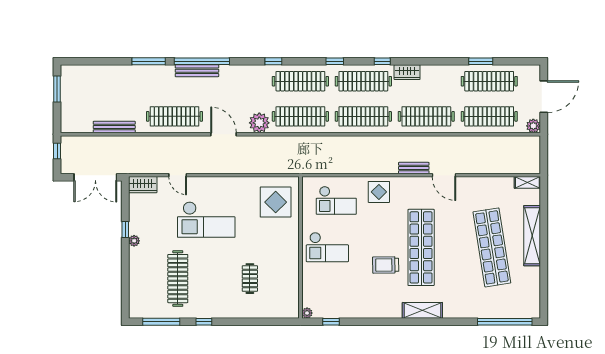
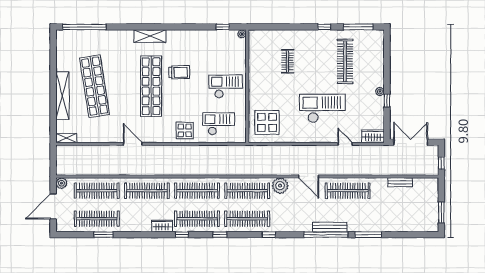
bench: (114, 127) -> (400, 182), width x0.73
bench: (414, 168) -> (157, 150), removed

